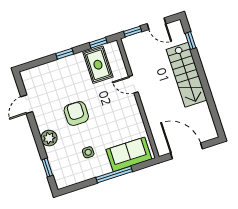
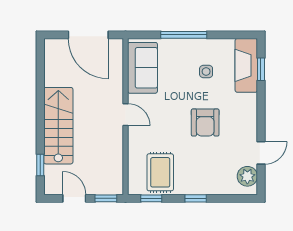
door: (133, 84) -> (126, 115), moved
plant: (49, 138) -> (247, 176), moved
sofa: (129, 154) -> (143, 68), moved, turned -90
fireplace: (59, 167) -> (246, 65), added

